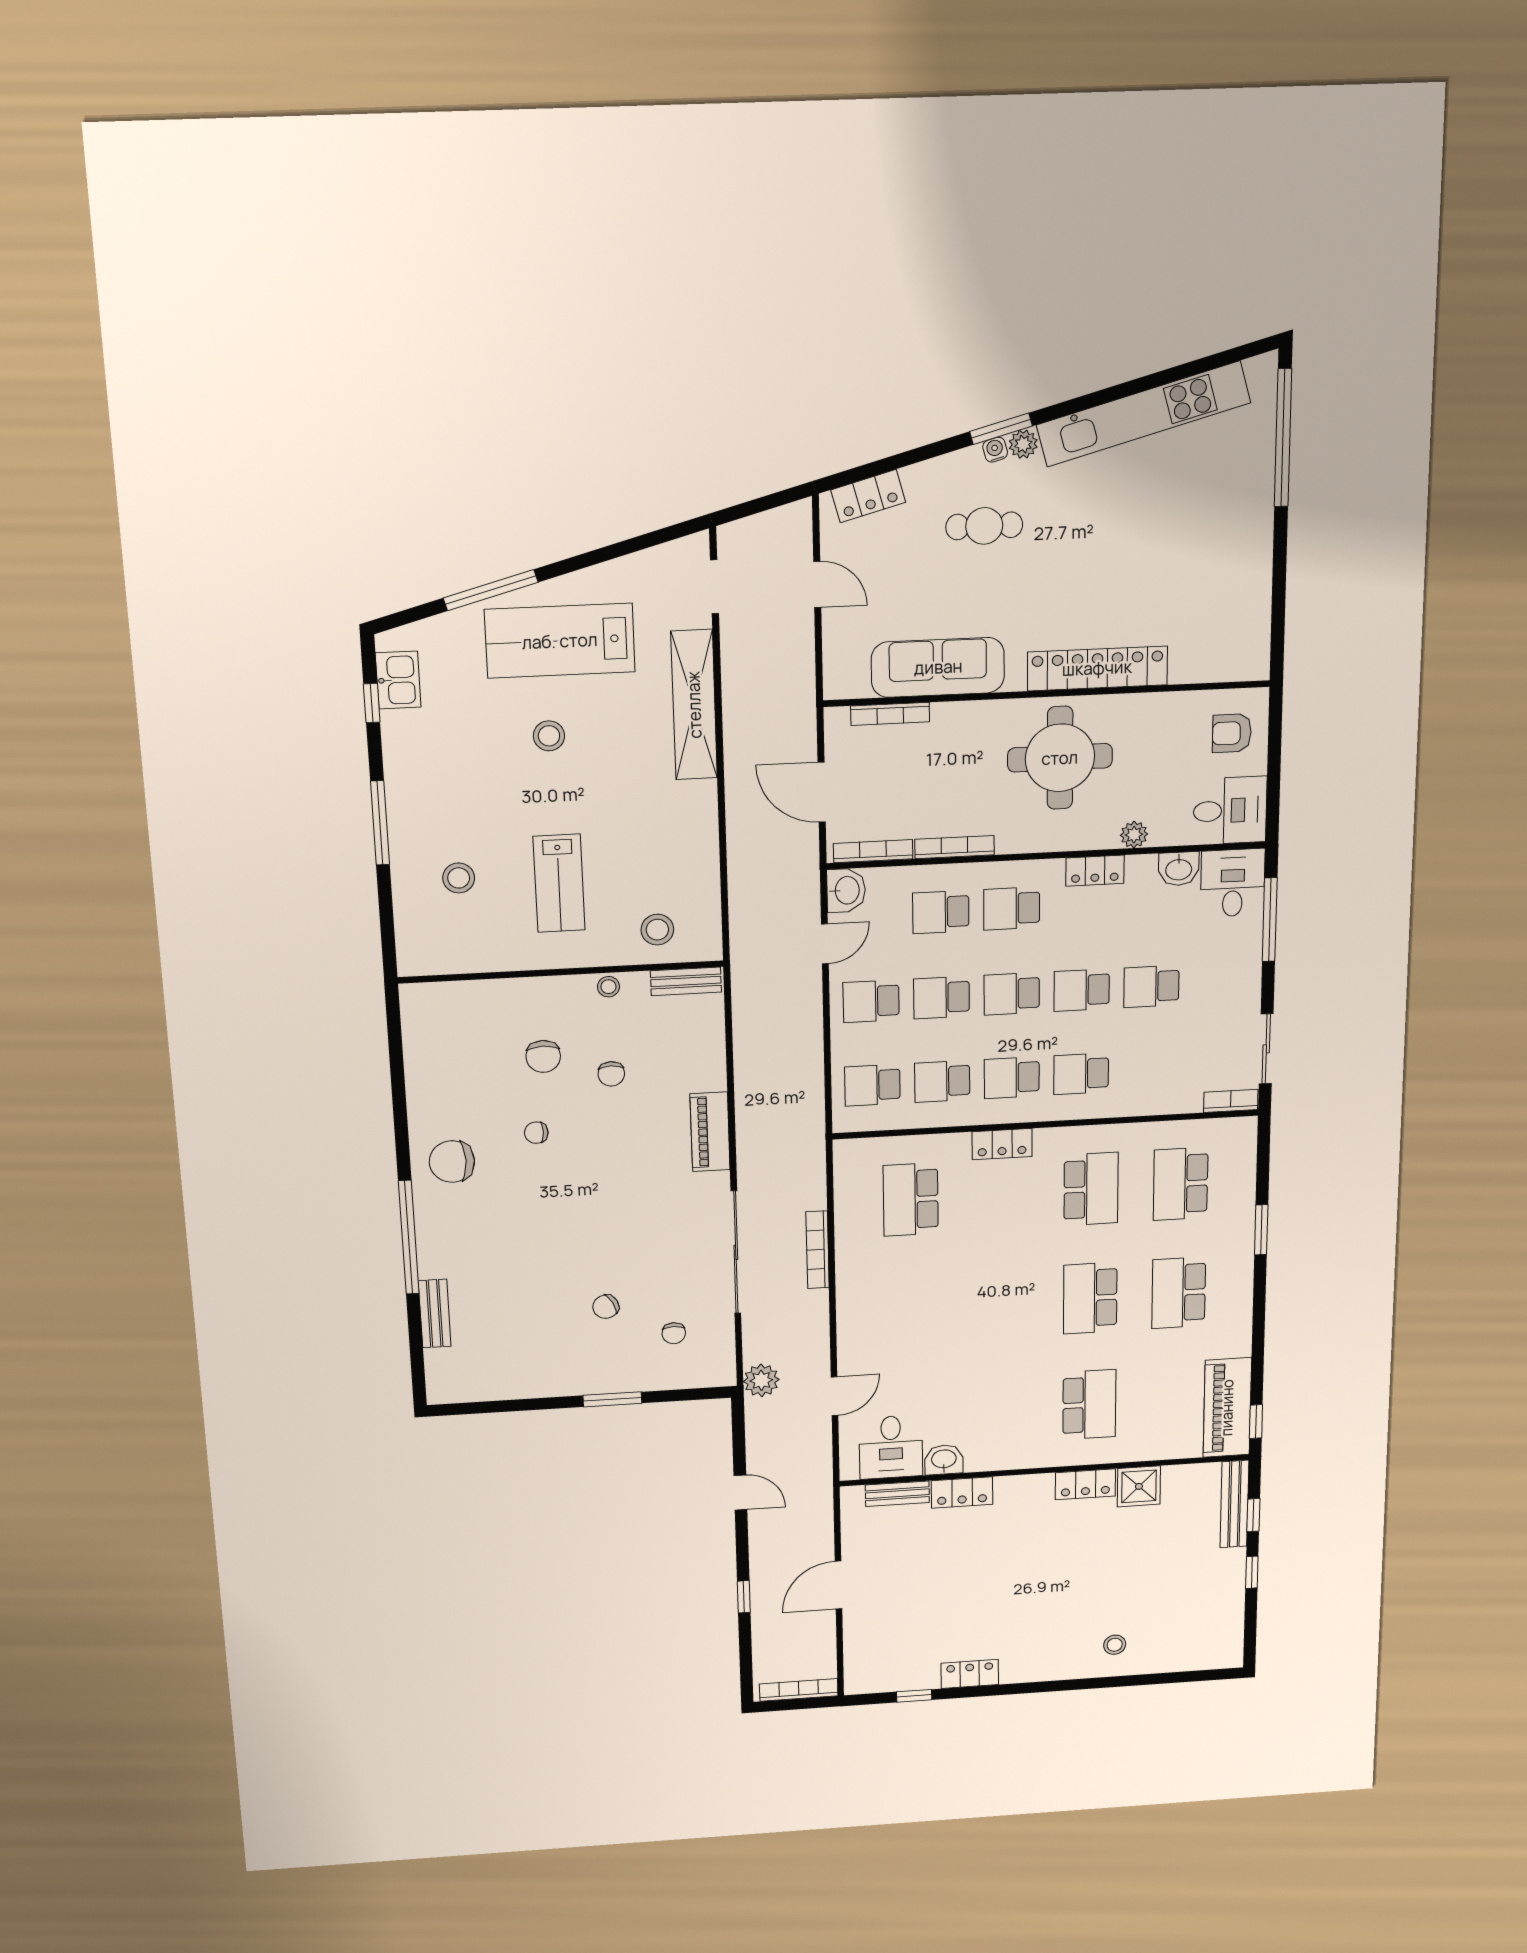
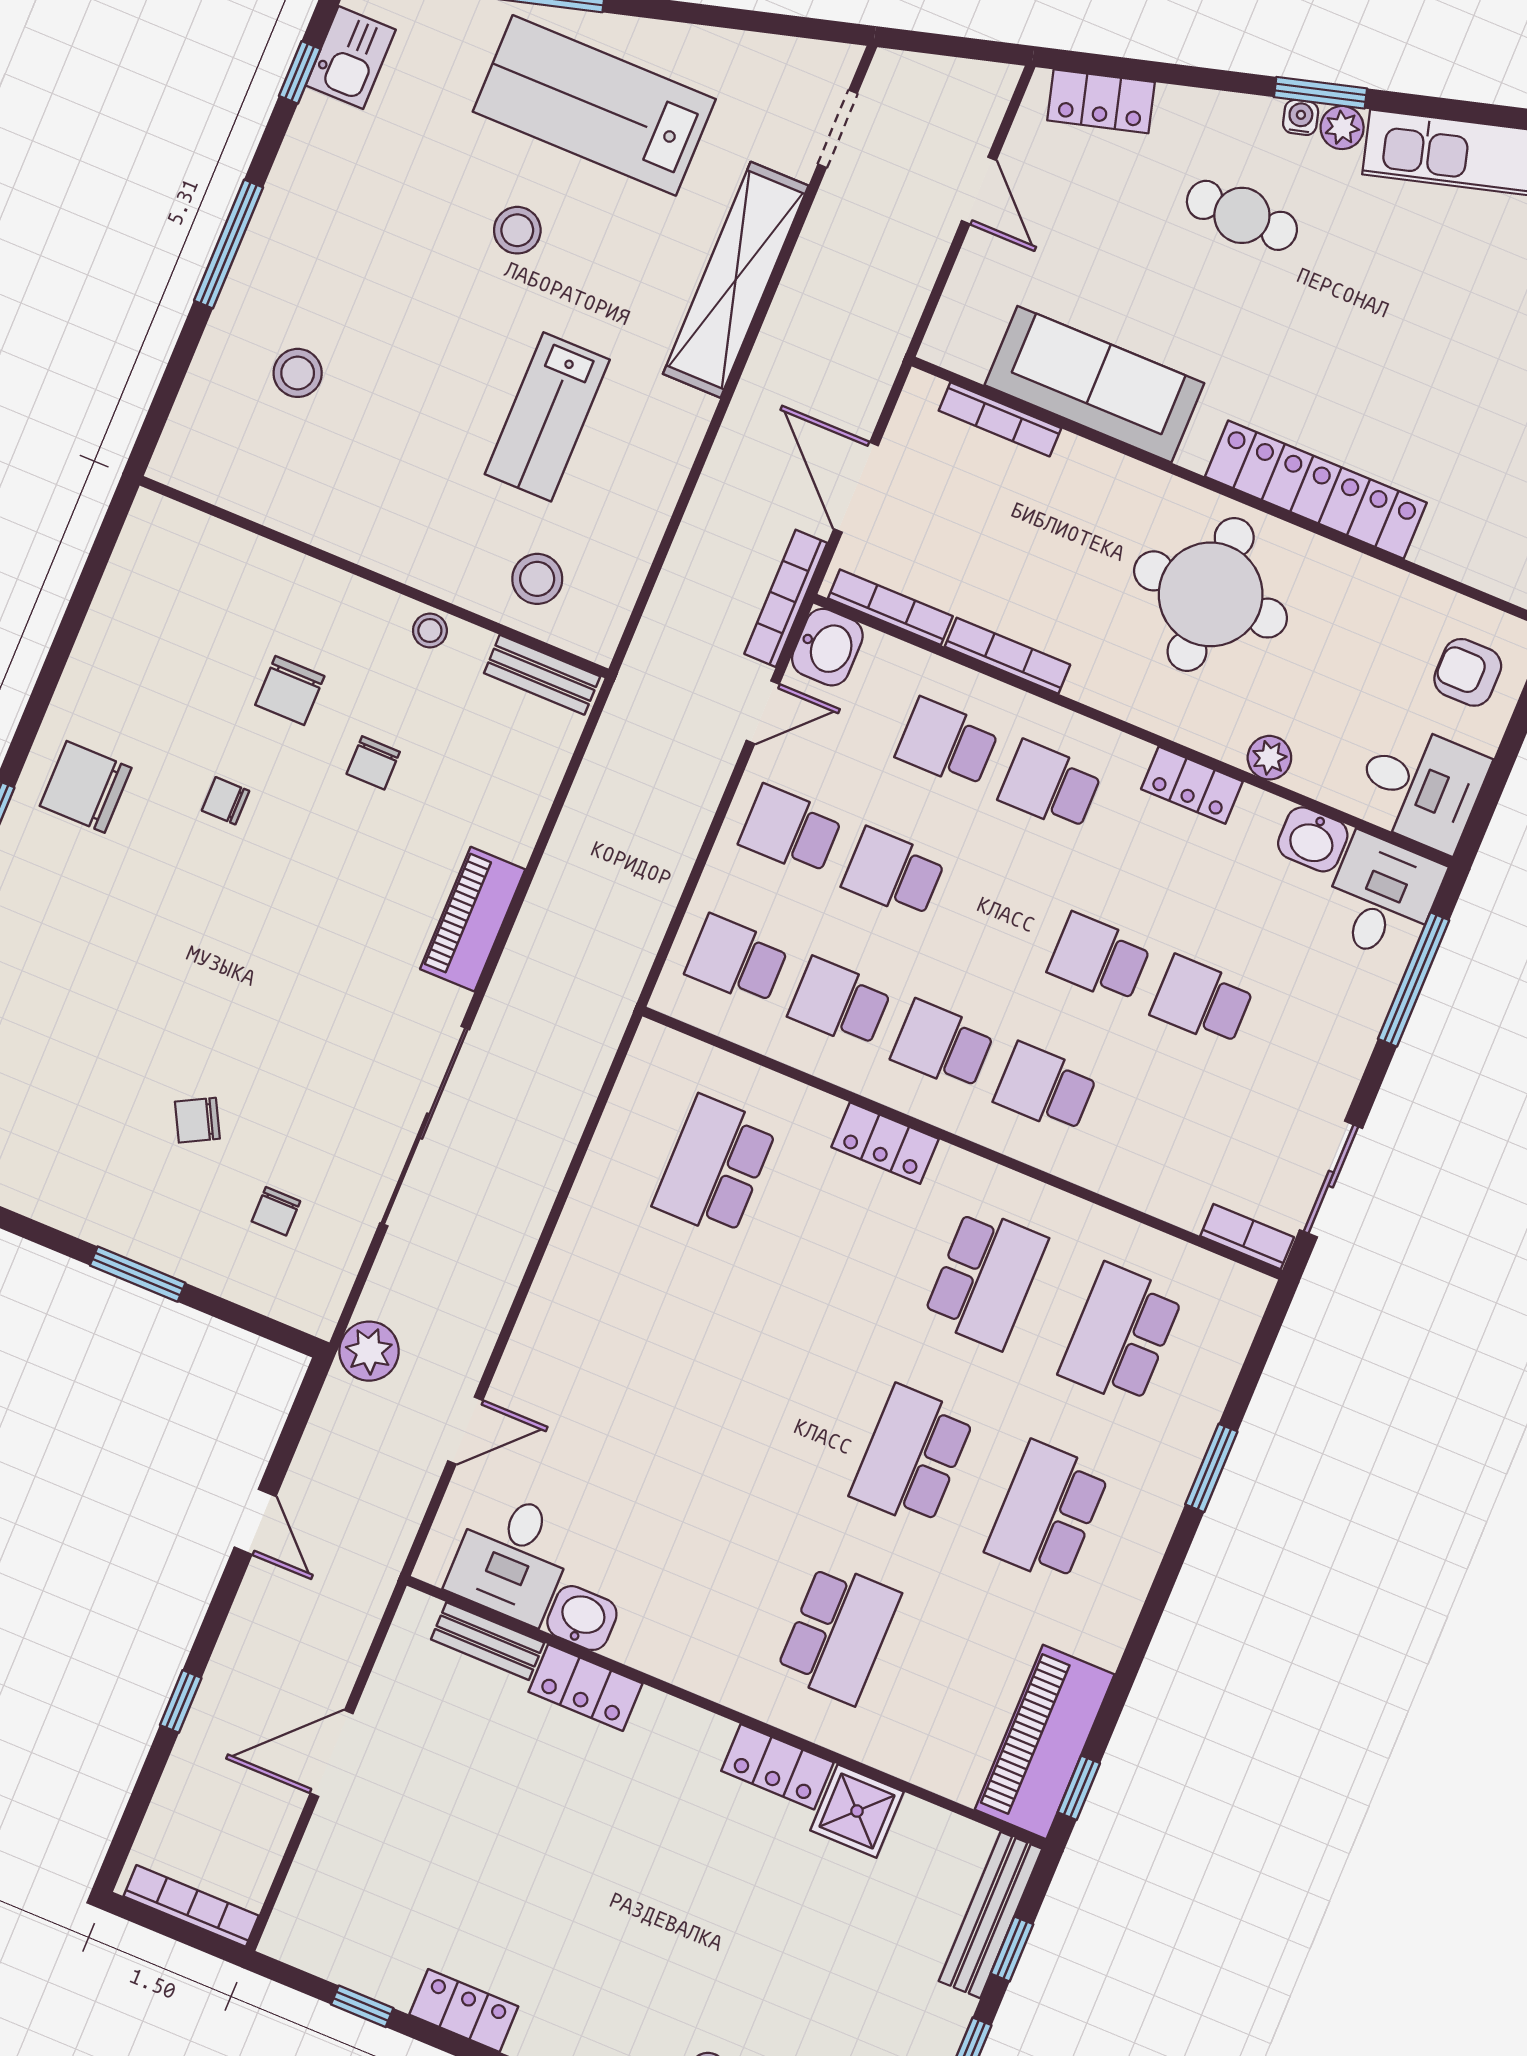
lab bench: (559, 883) -> (547, 417), moved
school desk: (1012, 994) -> (996, 915), removed
bookcase: (818, 1250) -> (786, 598), moved

